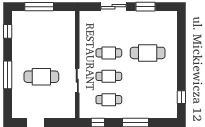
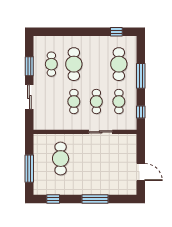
cafe table: (148, 30) -> (51, 64), added
cafe table: (41, 77) -> (61, 159), moved
cafe table: (148, 100) -> (119, 64), added

